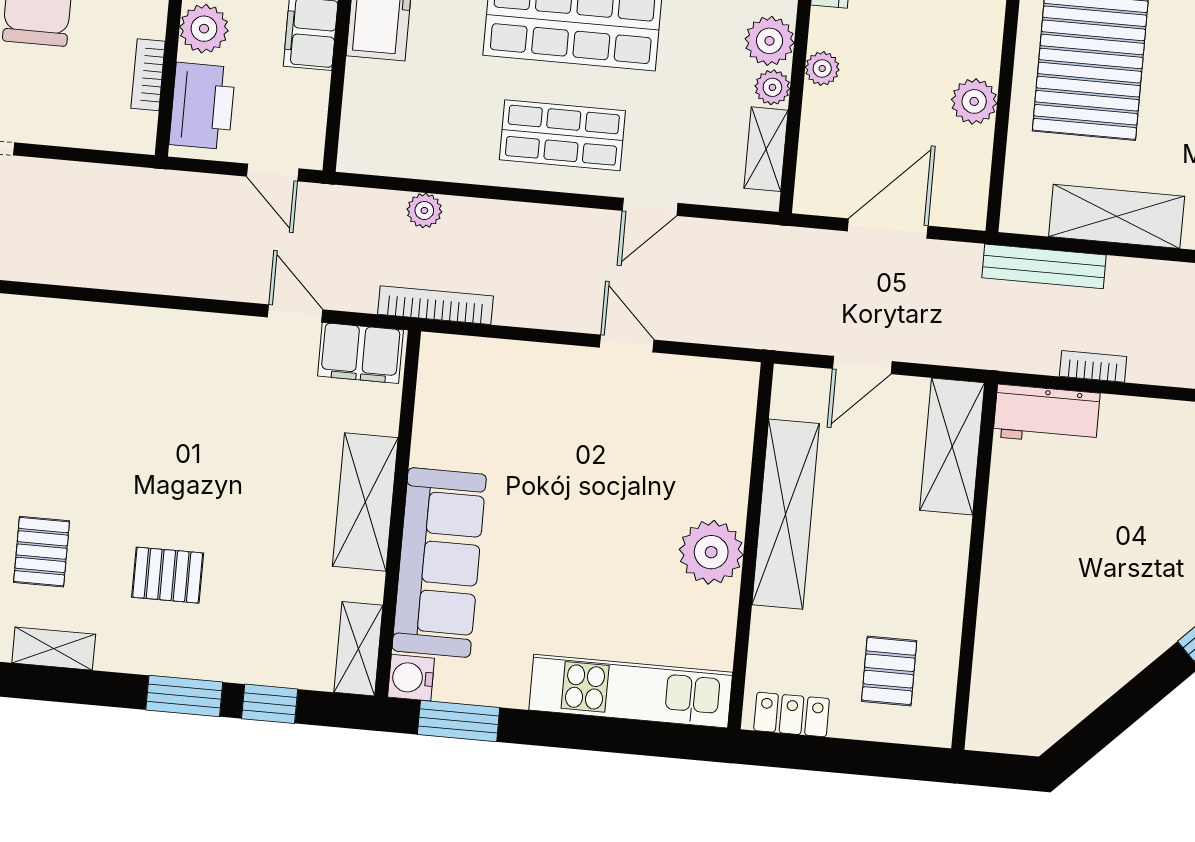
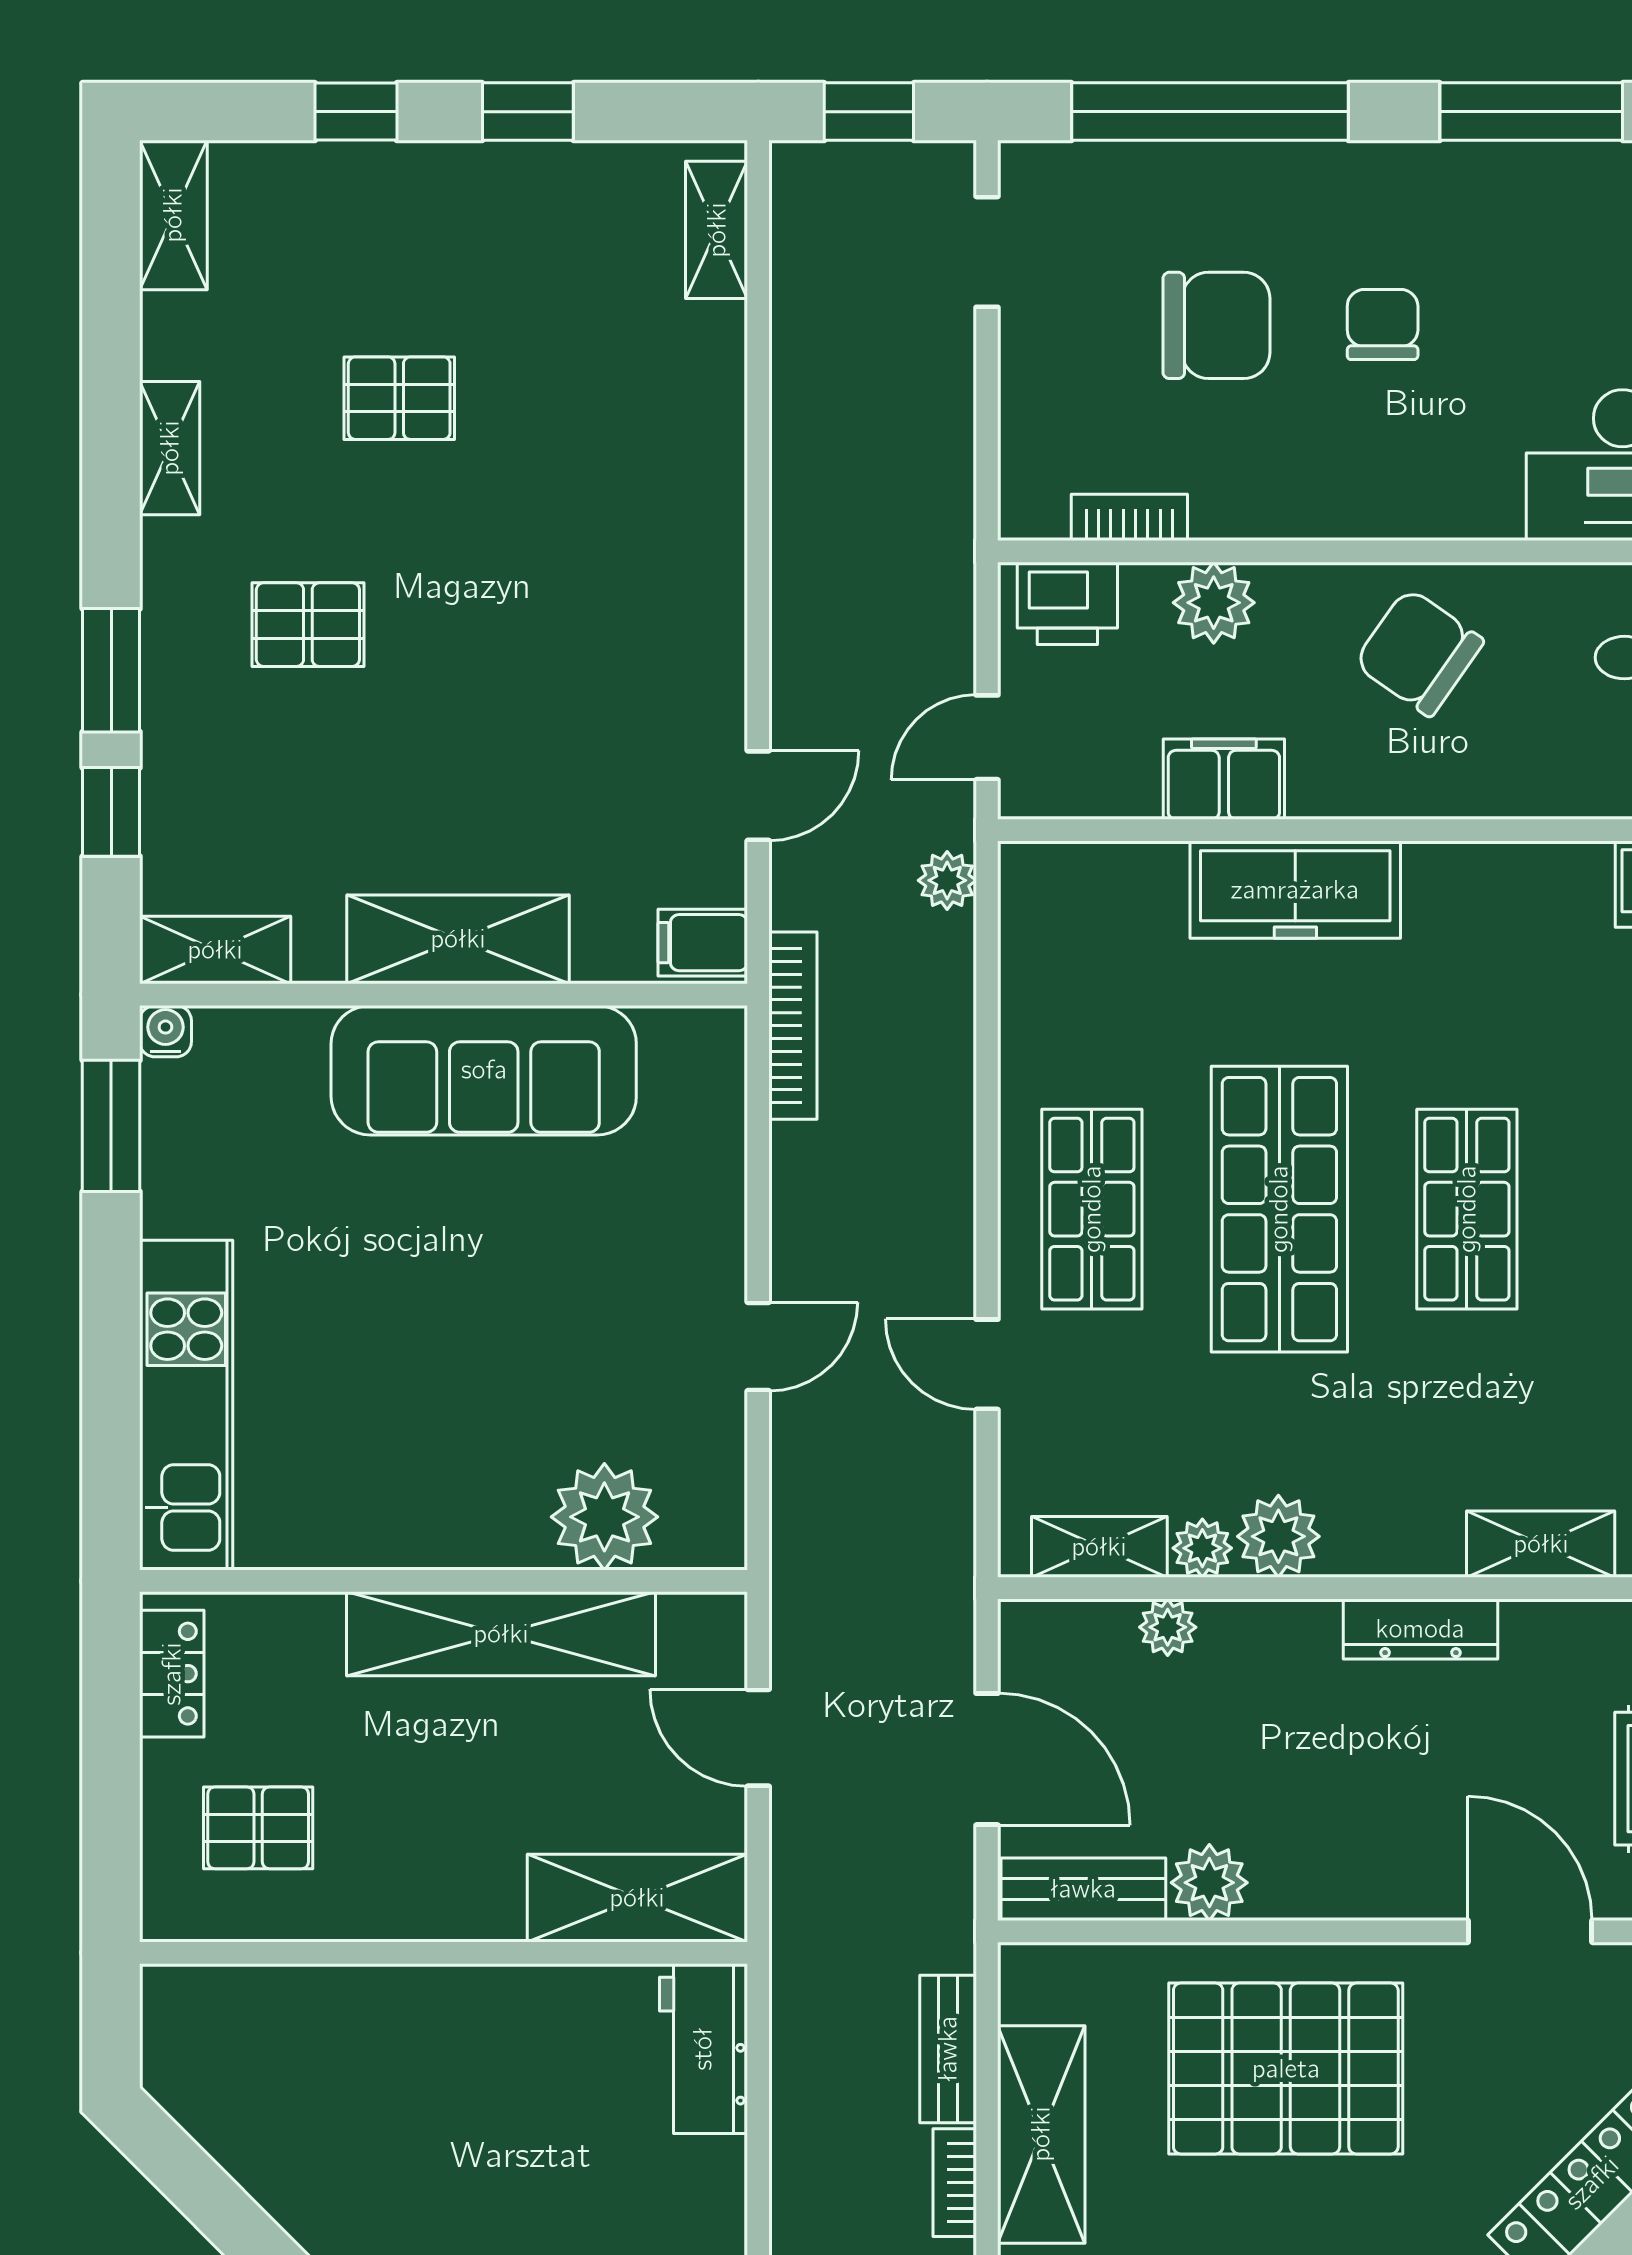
plant: (822, 68) -> (1168, 1627), moved
printer: (202, 106) -> (1067, 603), width x0.73, depth x0.84
bench: (971, 178) -> (1083, 1889), added
plant: (424, 210) -> (947, 880), moved
bench: (1044, 266) -> (948, 2049), width x0.73
filing cabinet: (360, 353) -> (703, 943), width x0.50
bookcase: (1093, 366) -> (955, 2183), moved, turned 180
pallet: (42, 552) -> (399, 398), moved
plant: (711, 552) -> (604, 1517), moved
sofa: (439, 563) -> (484, 1070), moved
pallet: (168, 575) -> (308, 625), turned 90
water cooler: (411, 678) -> (165, 1031), width x0.72, depth x0.72

